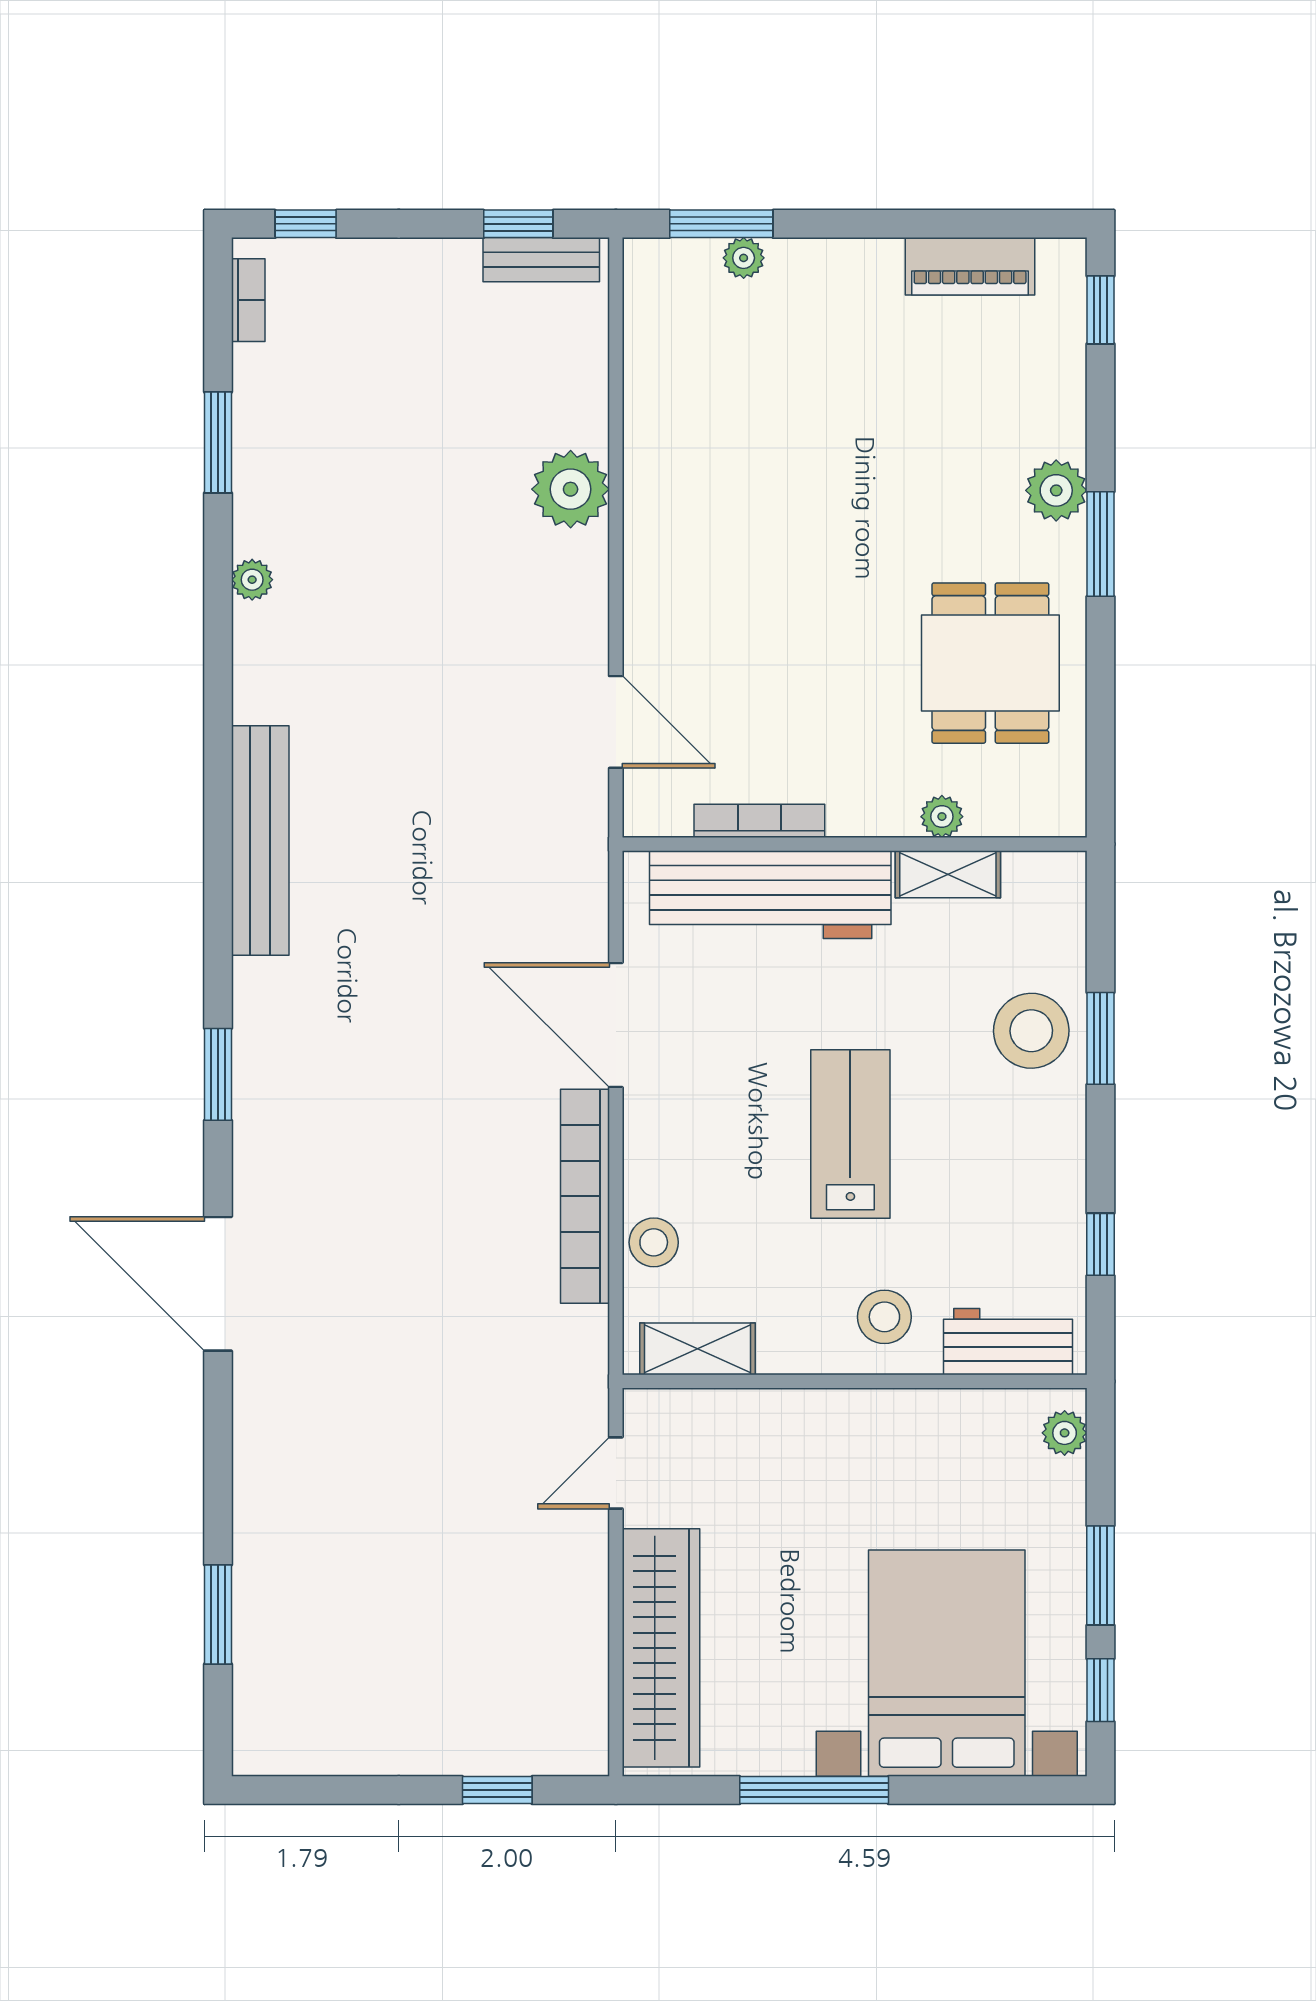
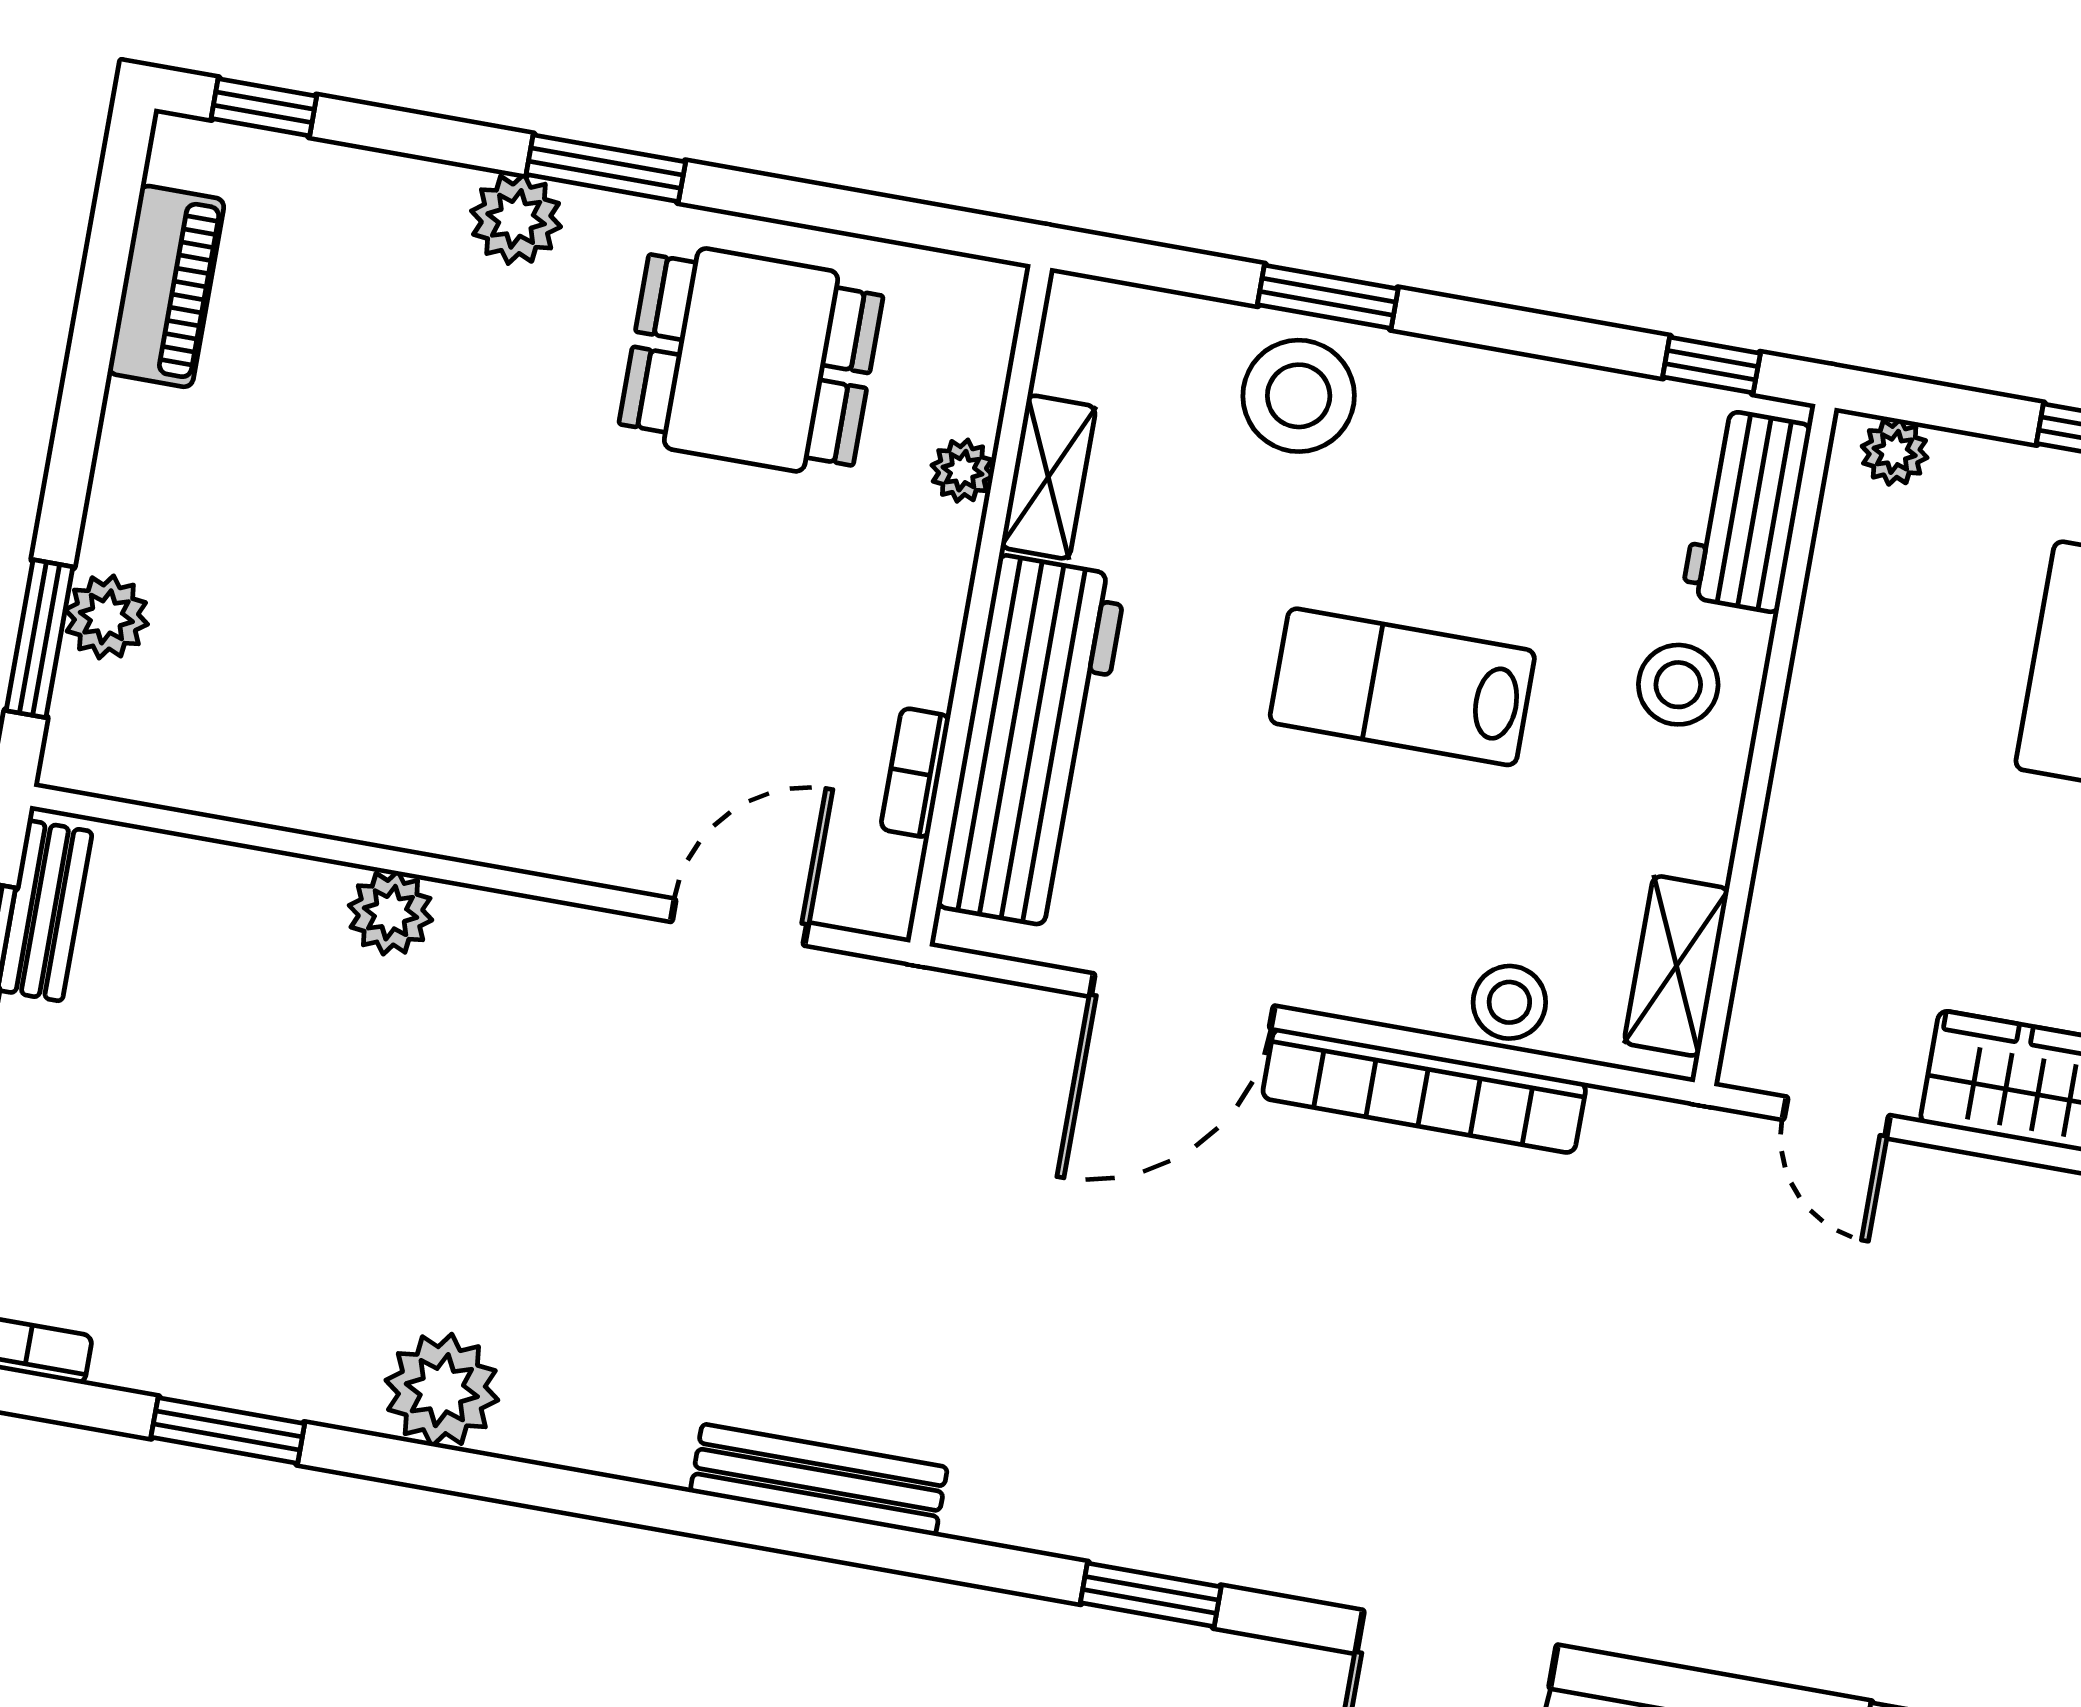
plant: (744, 258) -> (106, 617), width x1.38, depth x1.38
plant: (571, 489) -> (391, 913), width x0.73, depth x0.73
plant: (252, 580) -> (442, 1390), width x1.88, depth x1.88
bookcase: (759, 821) -> (915, 773), width x0.64
bench: (260, 840) -> (819, 1480), width x0.73, depth x0.82
window: (1100, 1244) -> (1711, 365), moved

